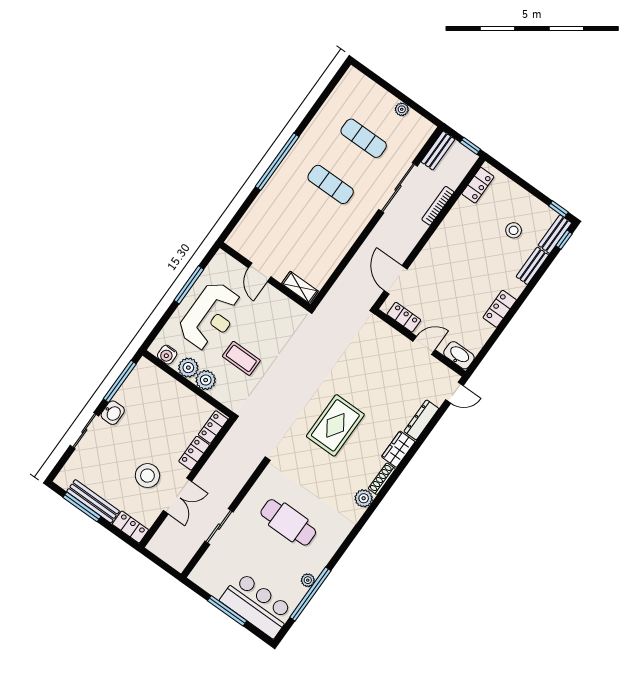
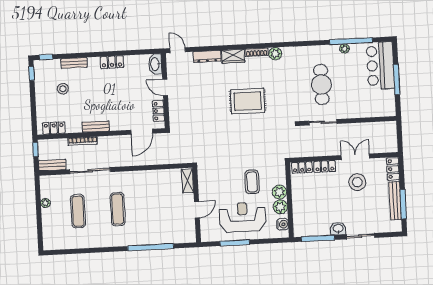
window: (277, 162) -> (151, 247), moved
bench: (555, 234) -> (96, 127), moved
sliding door: (219, 527) -> (323, 122), moved

